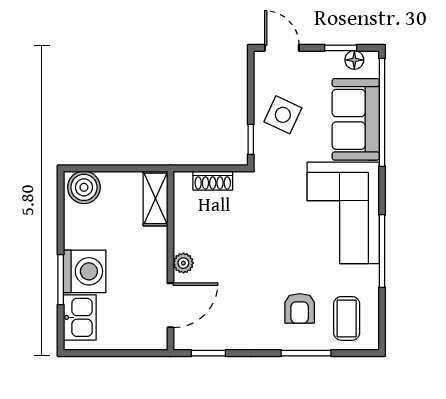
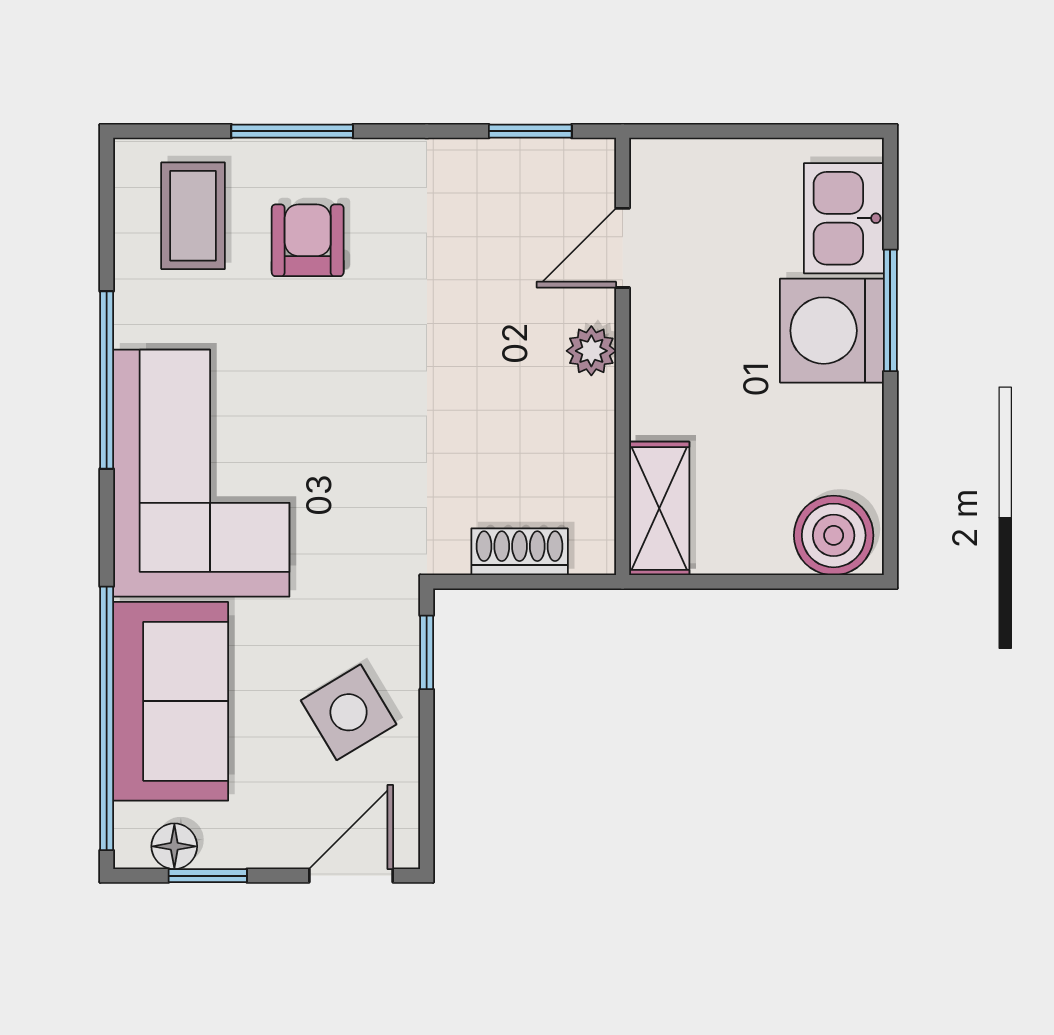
door: (282, 48) -> (351, 876), swing flipped
side table: (283, 115) -> (349, 712), turned 34
door: (170, 305) -> (623, 248), width x0.73

